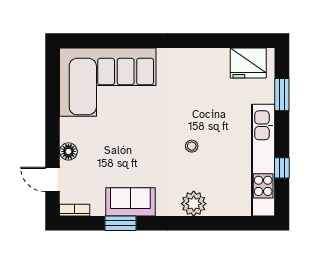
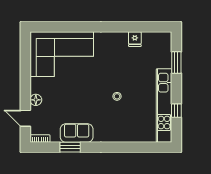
fridge: (248, 63) -> (135, 39), moved, width x0.53, depth x0.75
plant: (194, 204) -> (118, 134), removed

